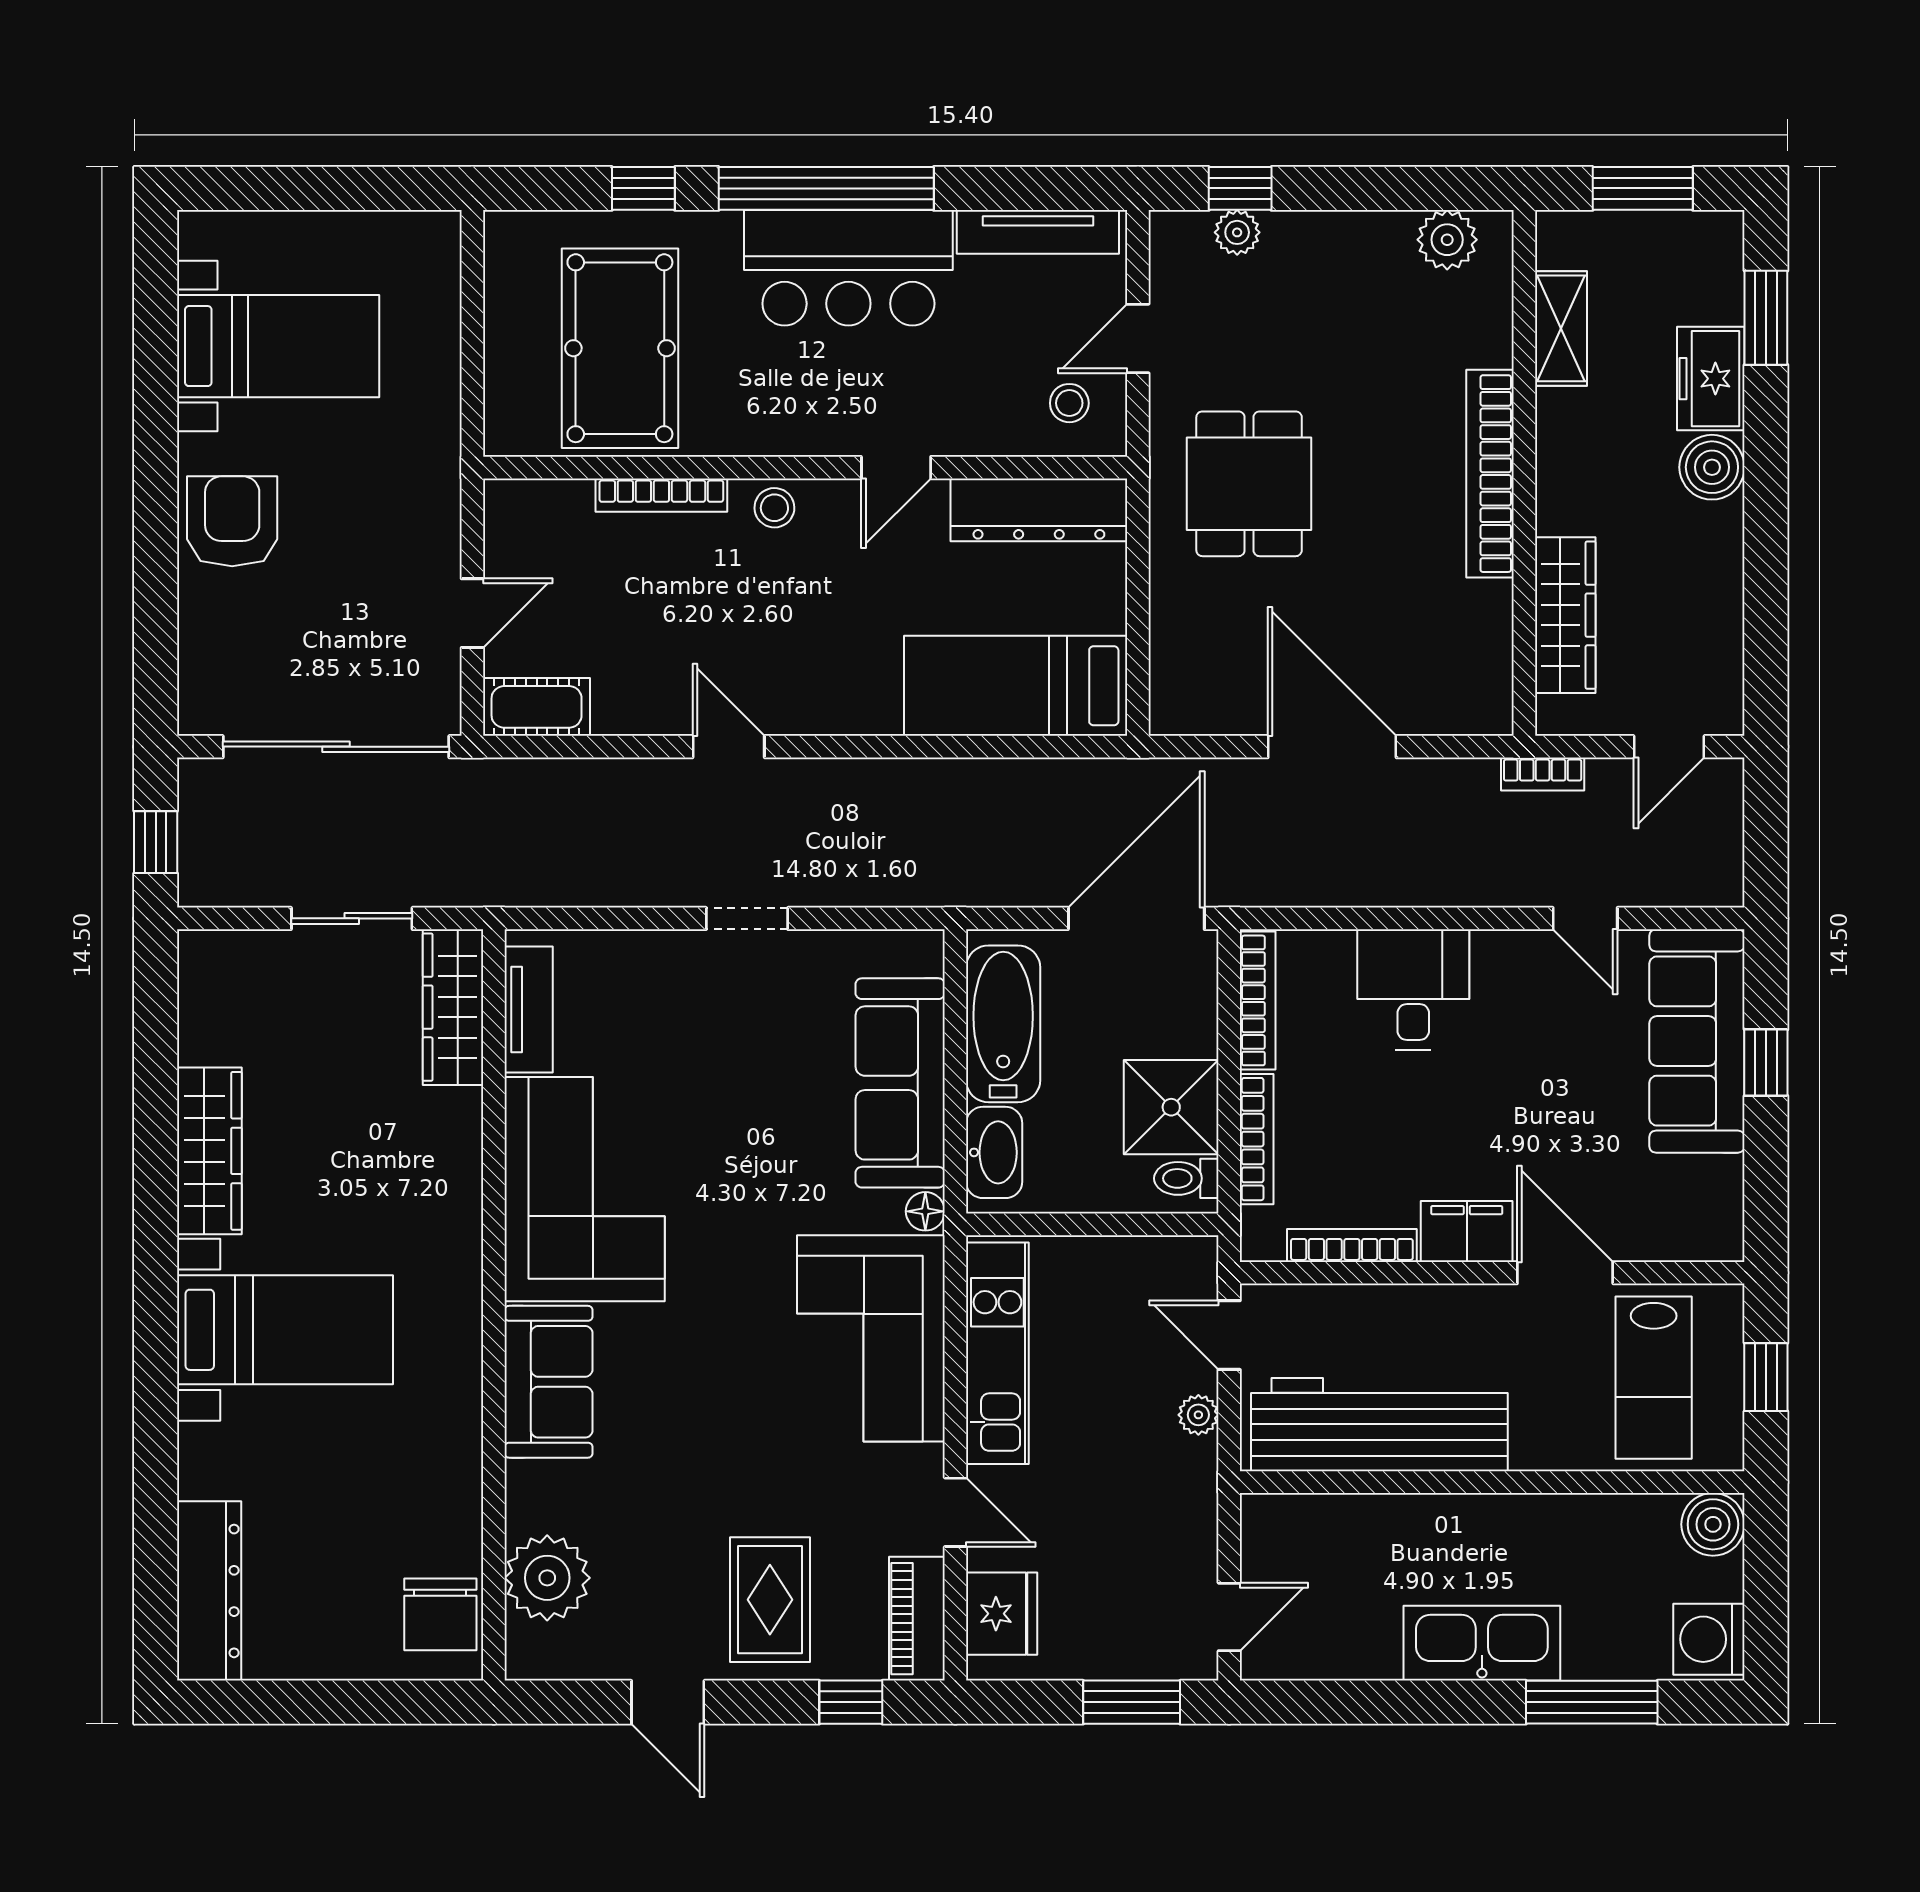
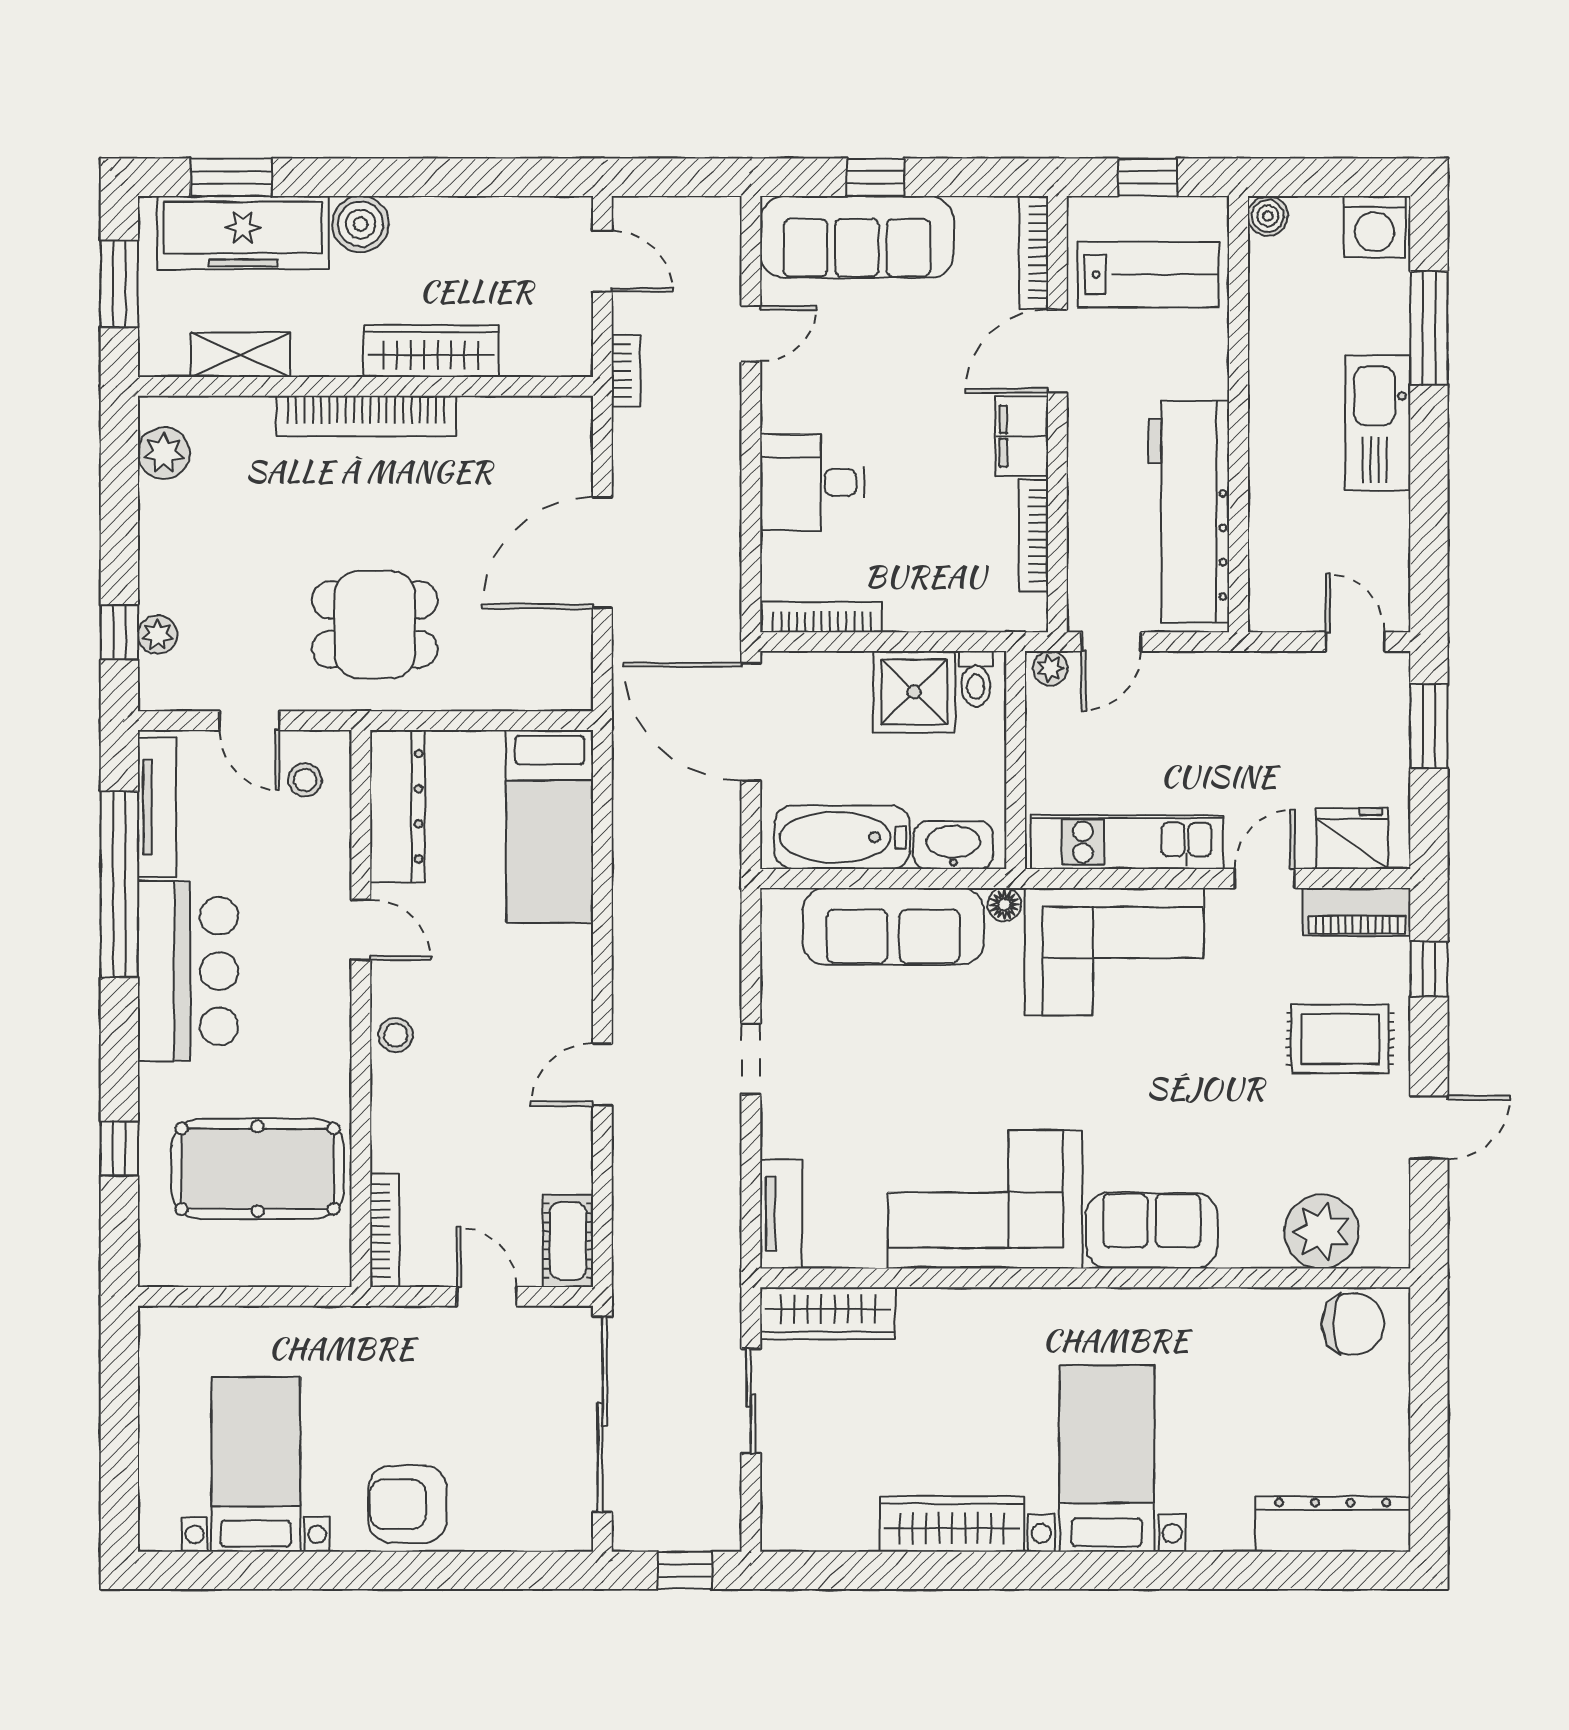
window: (826, 188) -> (119, 884), moved
freezer: (1711, 379) -> (243, 233), width x1.91, depth x1.26
bookcase: (661, 495) -> (385, 1230), moved
wardrobe: (1565, 615) -> (431, 351), moved
tv unit: (529, 1010) -> (781, 1214), moved, turned 90
bookcase: (1257, 1139) -> (1034, 252), moved, turned -90
plant: (1198, 1415) -> (1050, 668), moved
boiler: (1713, 1524) -> (1268, 216), width x0.73, depth x0.73

